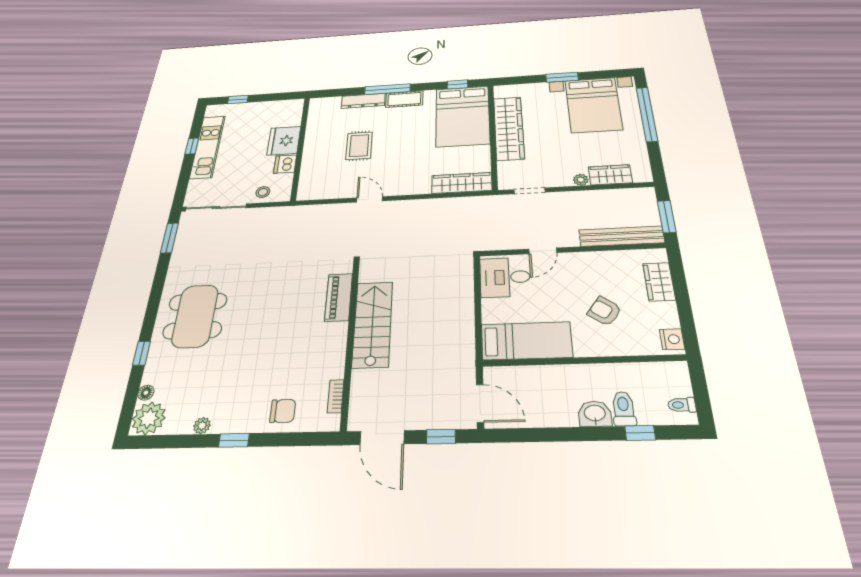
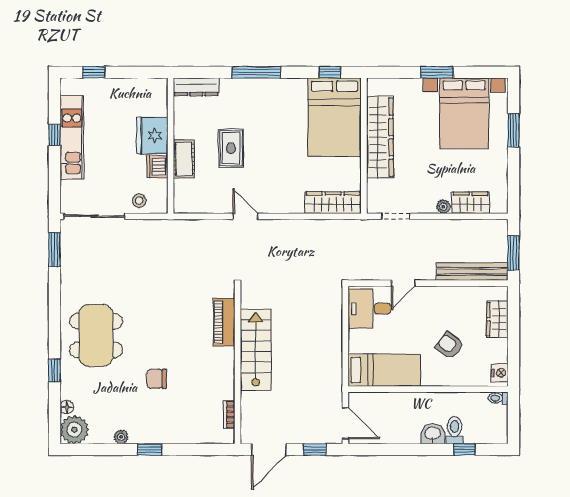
cot: (404, 99) -> (184, 159), moved, turned 90
dresser: (363, 101) -> (196, 87), moved
window: (647, 114) -> (514, 130), width x0.47
toilet: (682, 405) -> (498, 398), moved
chair: (283, 411) -> (157, 379), moved, turned 180
door: (382, 438) -> (269, 450), hinge flipped

